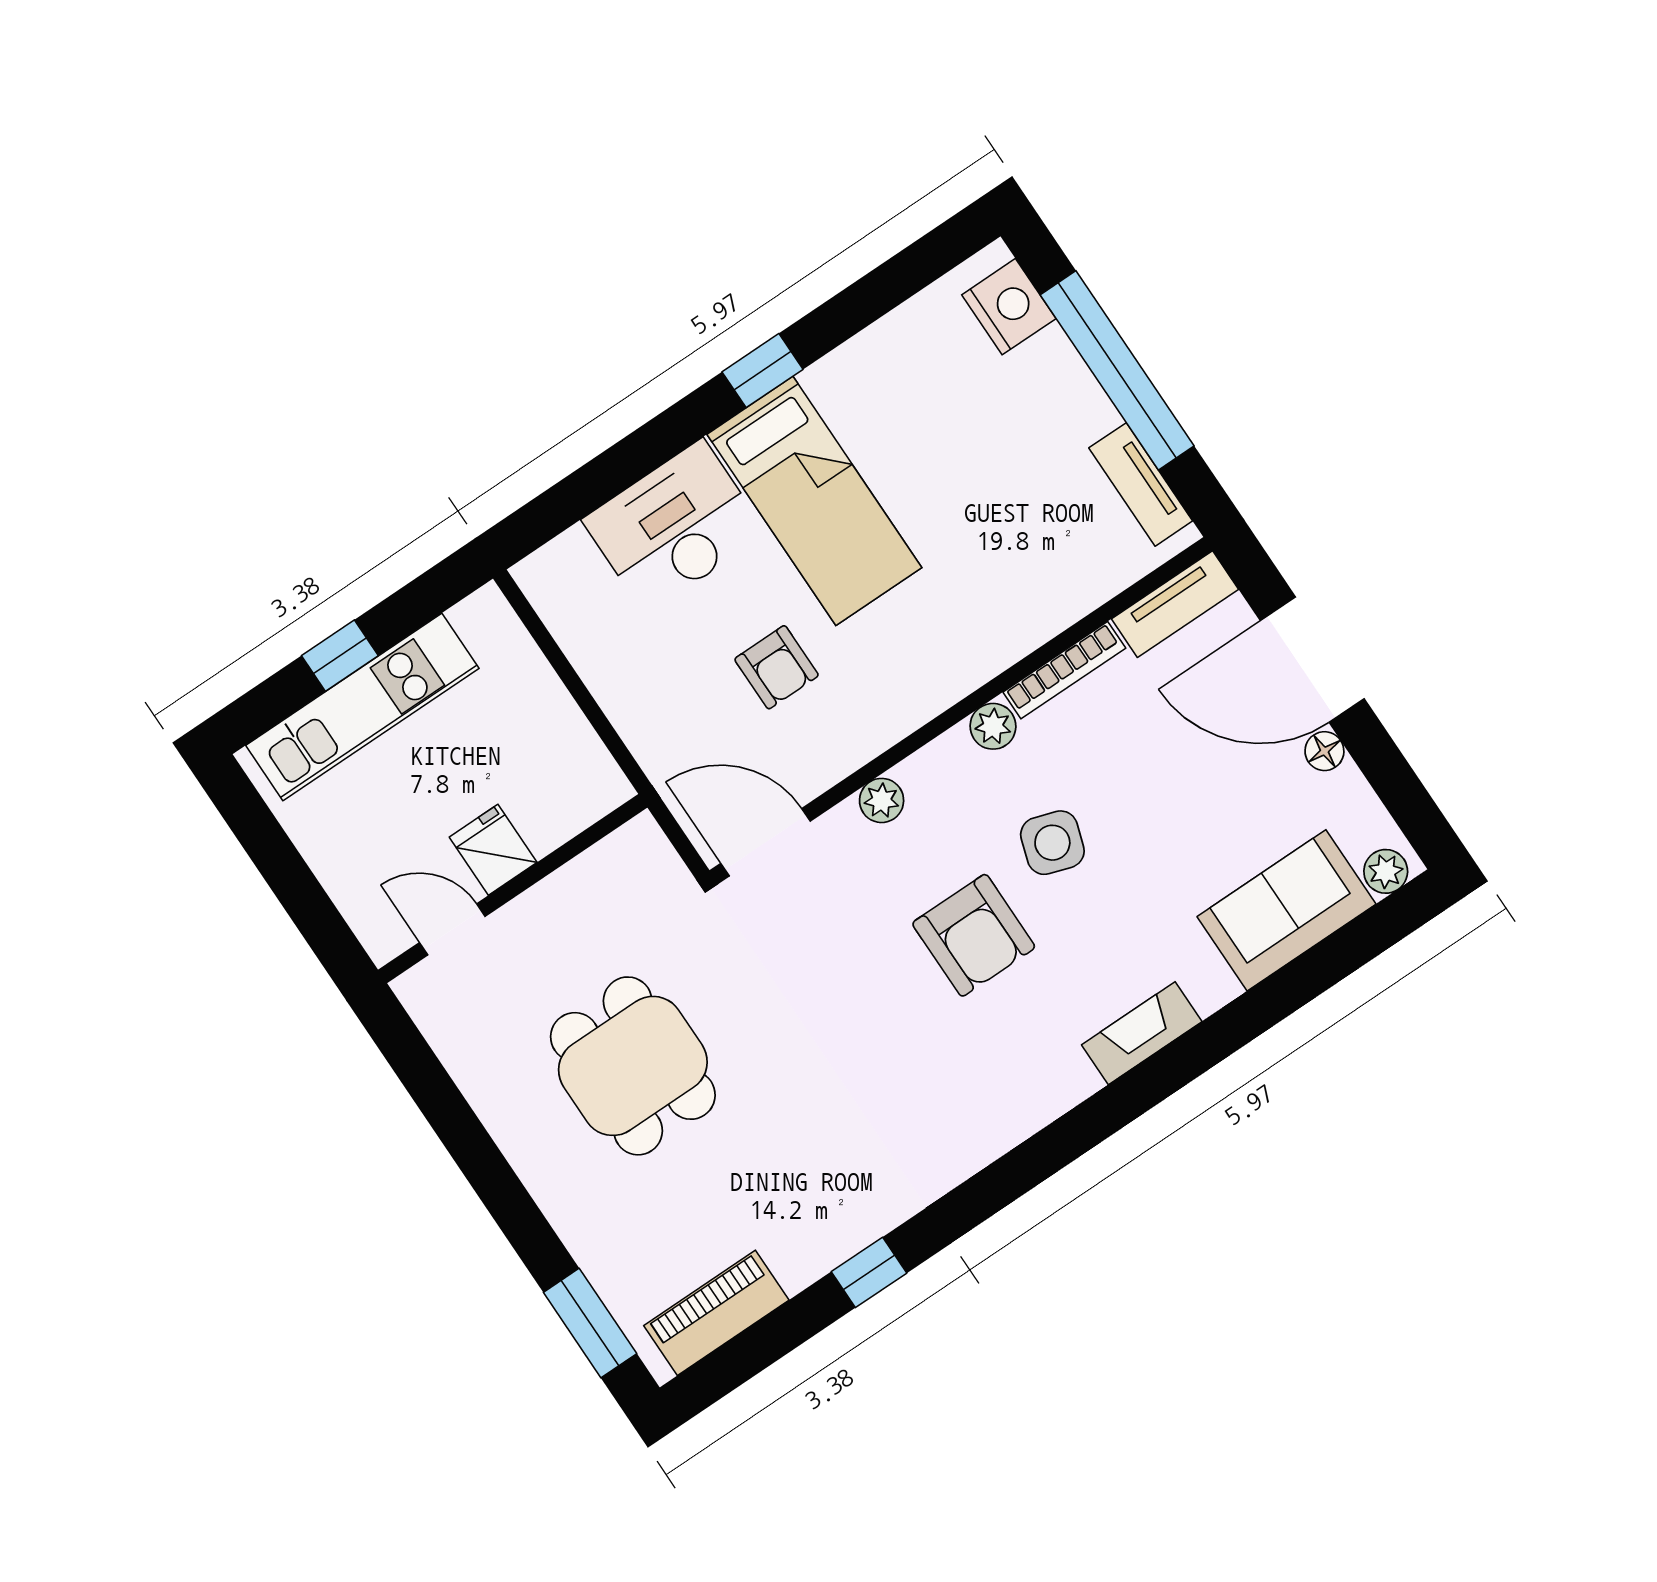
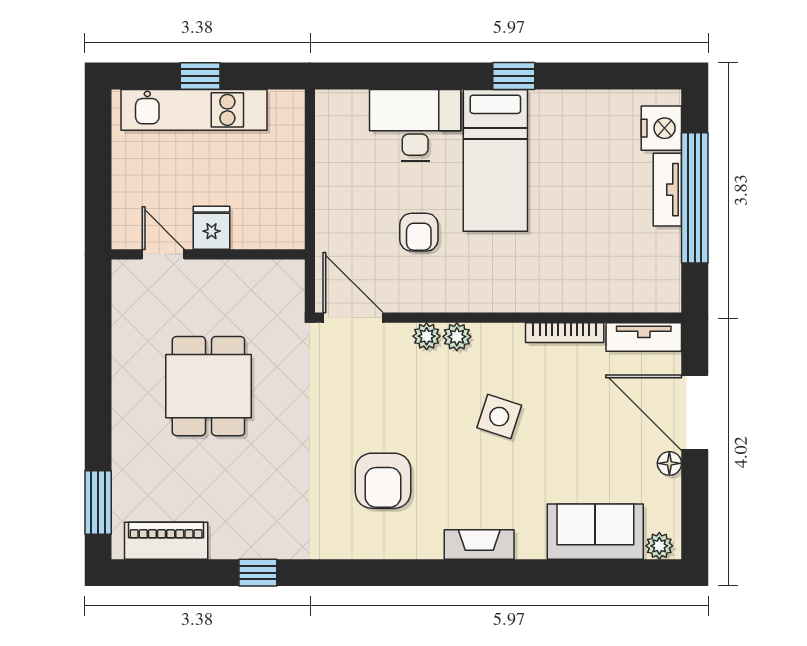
tv unit: (1141, 484) -> (667, 190), moved
plant: (993, 726) -> (457, 337), moved
armchair: (974, 935) -> (383, 481), moved

